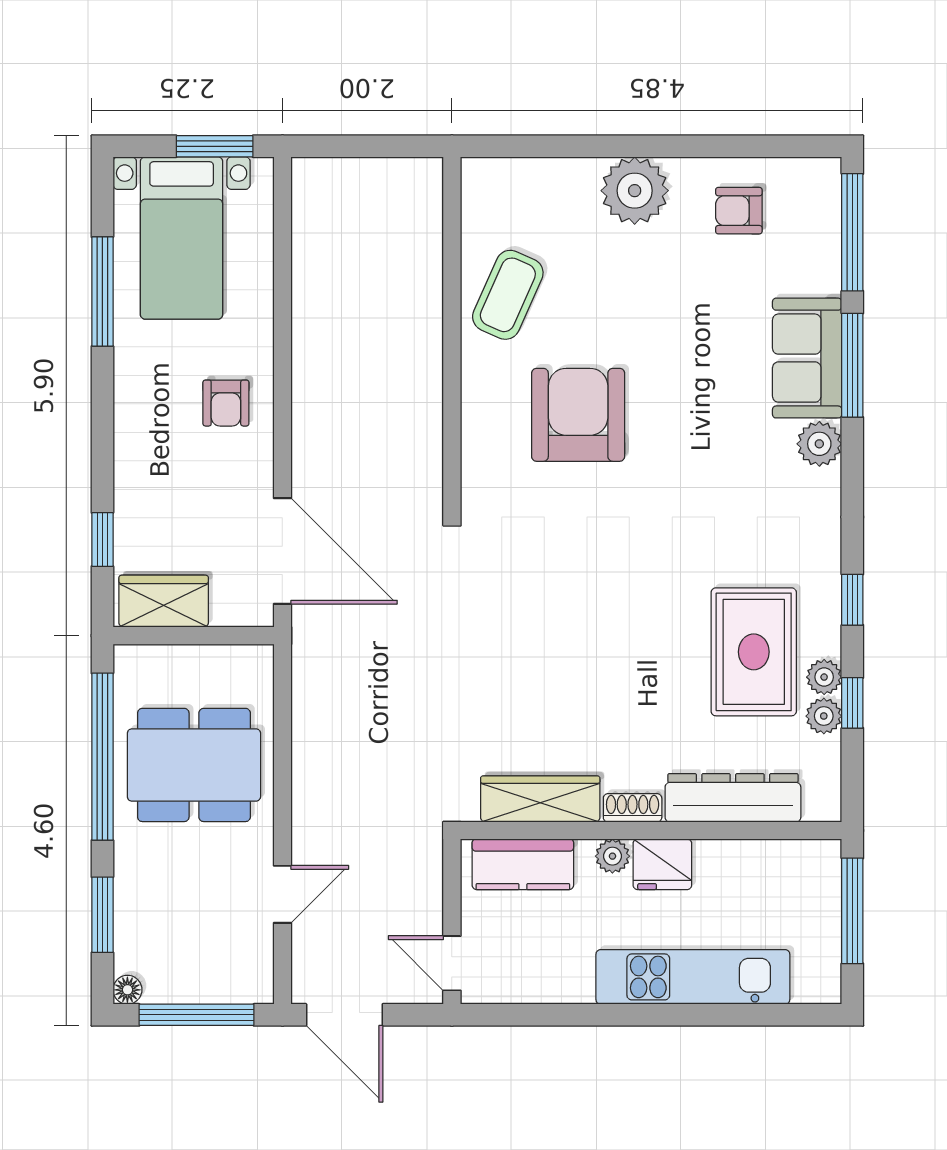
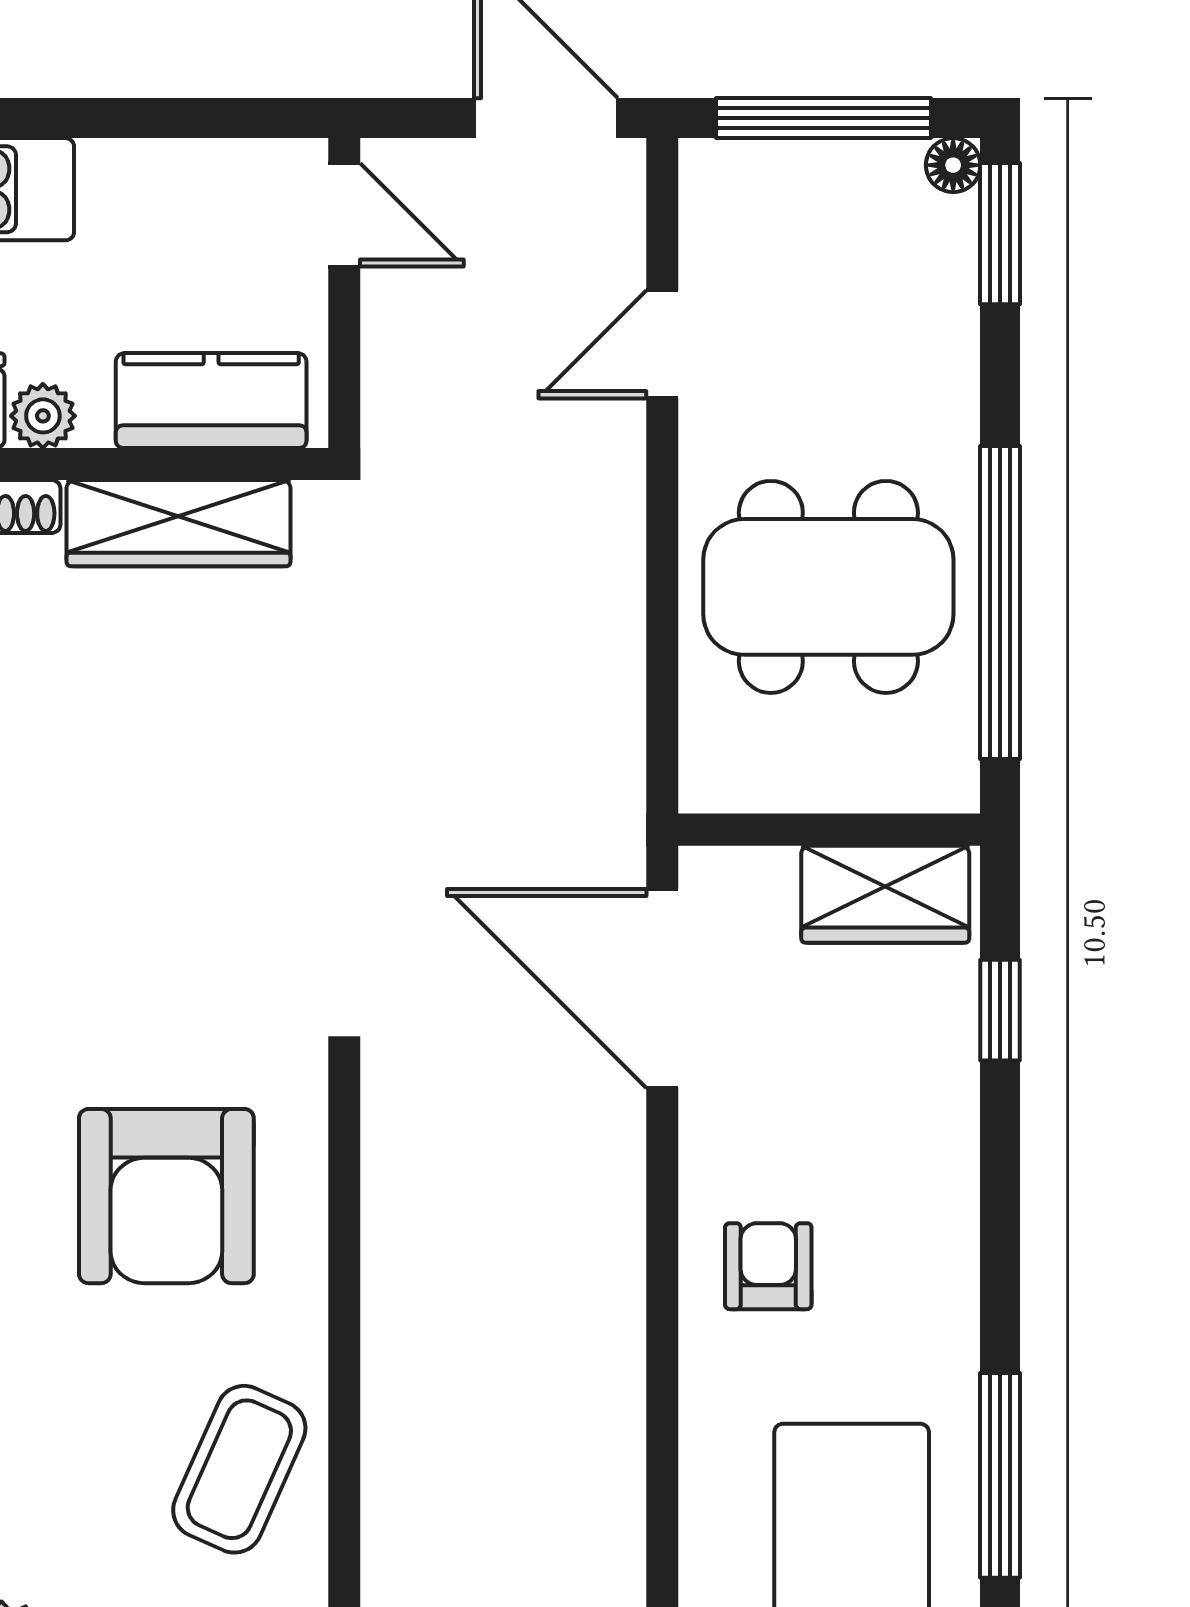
armchair: (578, 415) -> (166, 1196), moved
window: (102, 915) -> (1000, 234), moved

